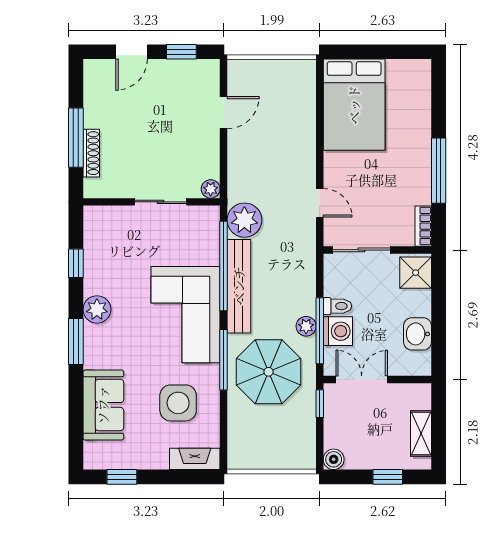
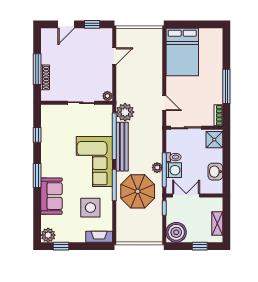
plant: (97, 309) -> (48, 235), moved
sofa: (103, 405) -> (51, 196), moved
boiler: (334, 459) -> (176, 232), width x1.86, depth x1.86

